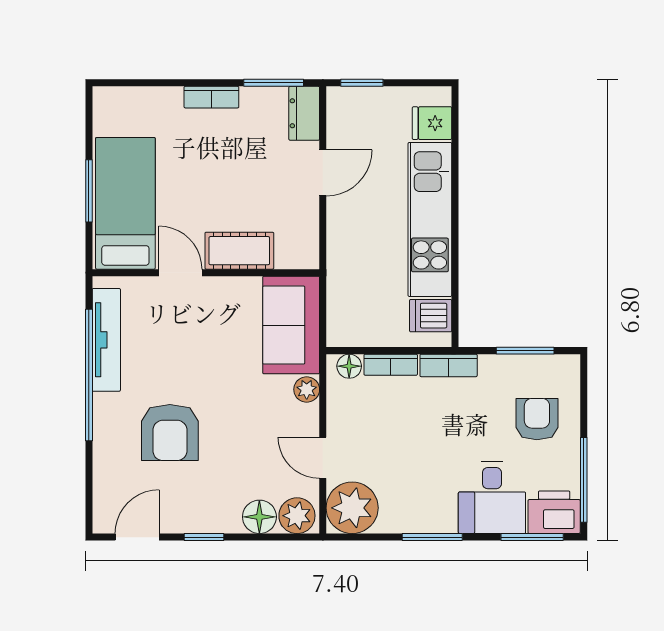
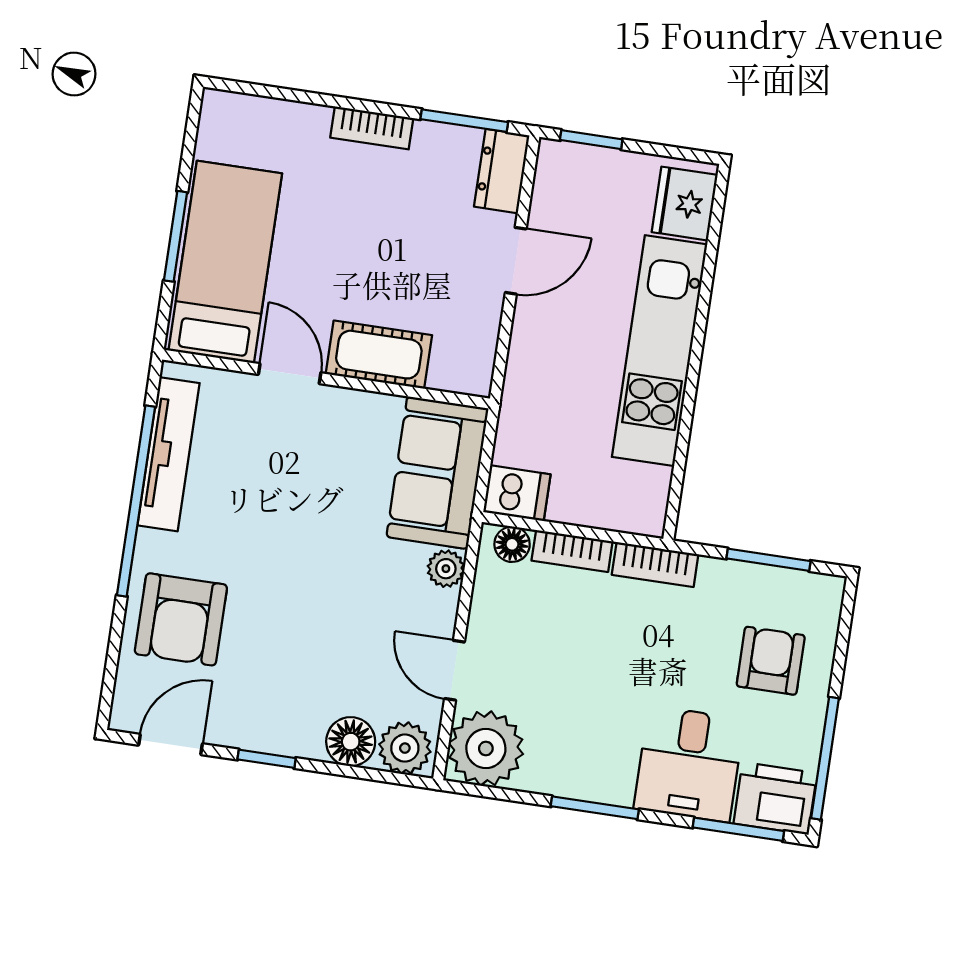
fridge: (432, 123) -> (685, 204), width x1.38
dishwasher: (431, 316) -> (517, 493), moved, turned 180
armchair: (170, 433) -> (181, 619), moved

